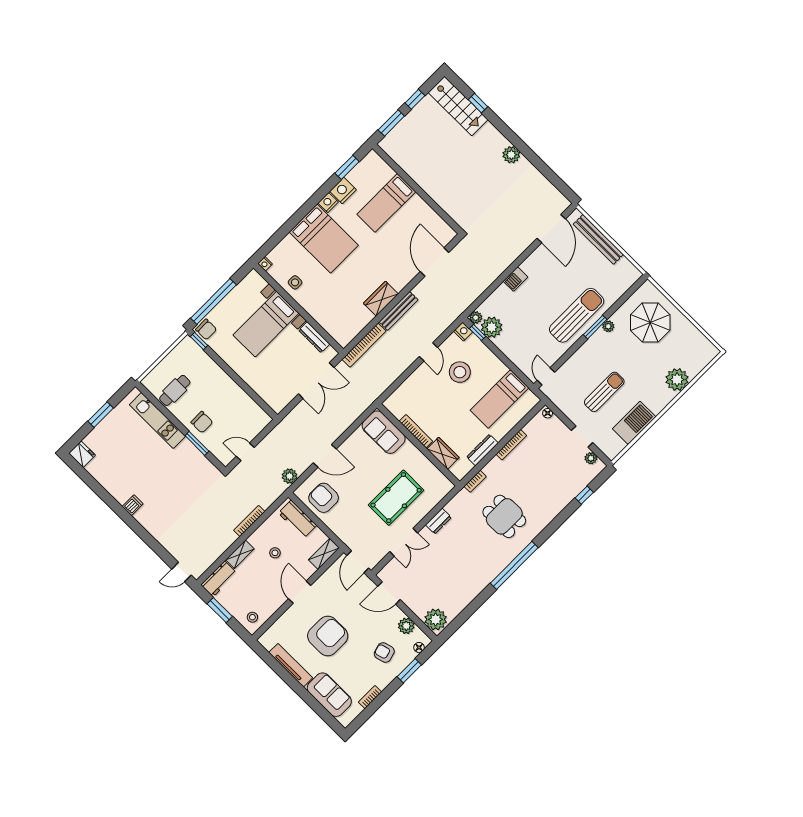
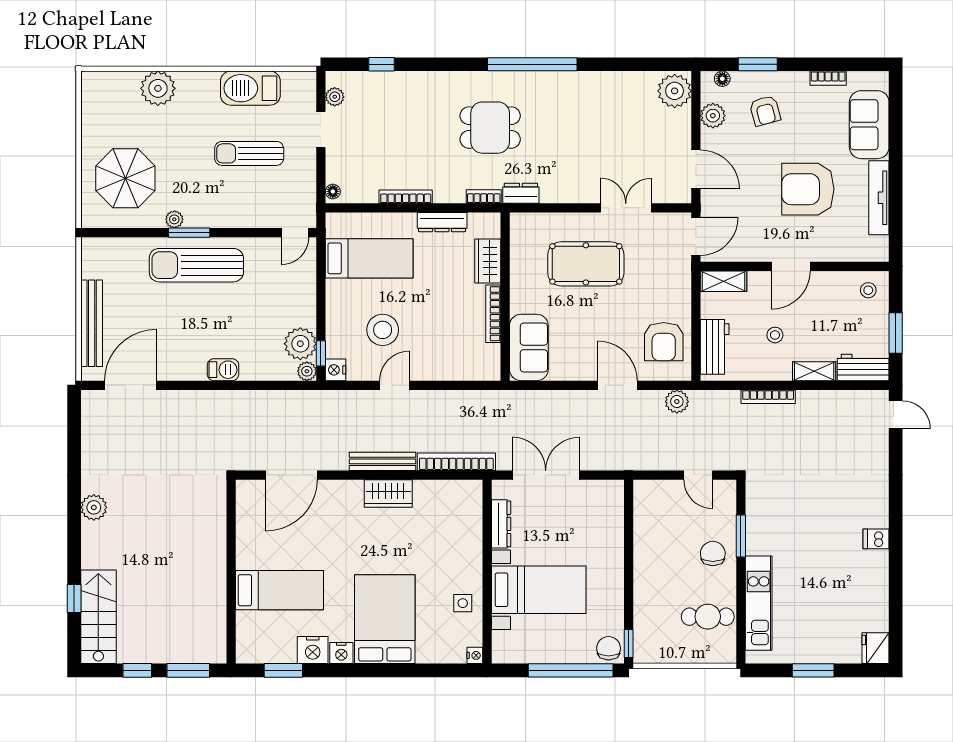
dining table: (504, 516) -> (490, 128), turned 90
dresser: (438, 521) -> (521, 193), moved

